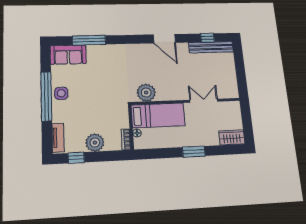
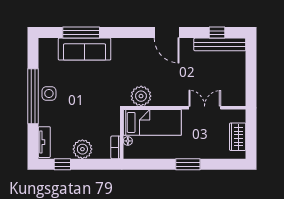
sofa: (68, 55) -> (85, 49), moved, width x1.36
wardrobe: (232, 137) -> (238, 137), moved, turned -90

